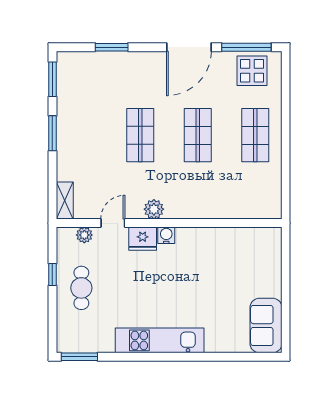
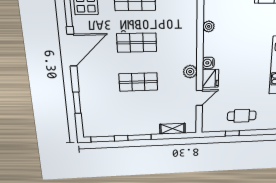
door: (189, 47) -> (72, 50), hinge flipped
shelving: (65, 200) -> (173, 129), moved
door: (113, 223) -> (199, 98), swing flipped
plant: (84, 235) -> (209, 26), moved

